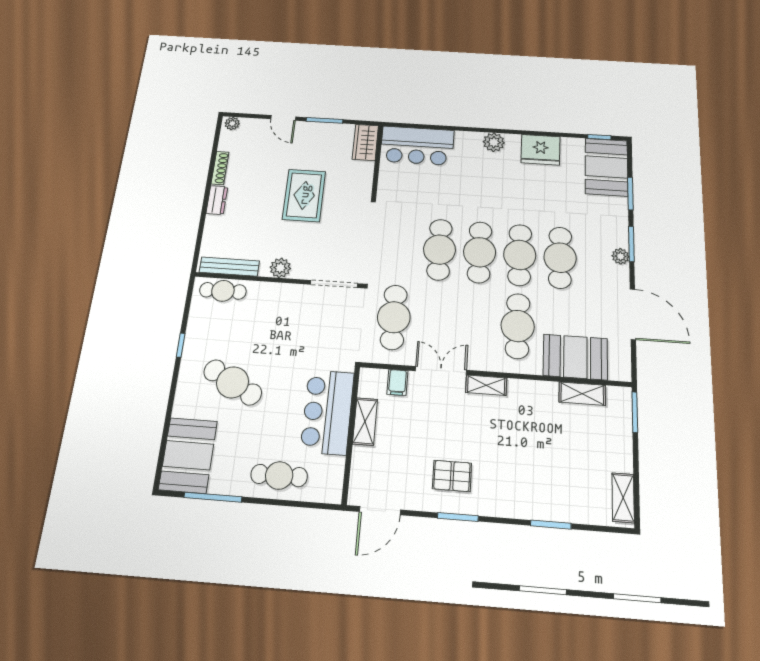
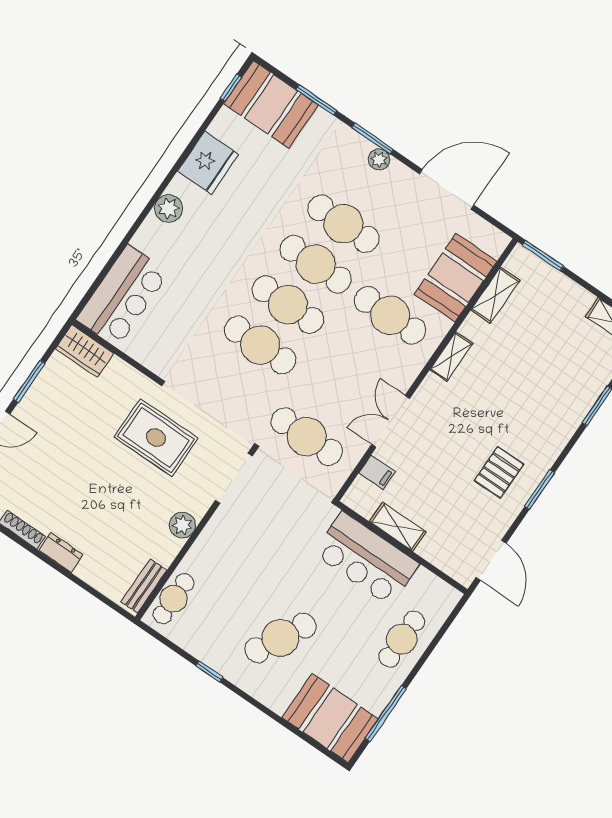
rug: (304, 195) -> (156, 438), moved
bench: (229, 267) -> (144, 586), width x0.73
shelving: (486, 385) -> (451, 356), moved

